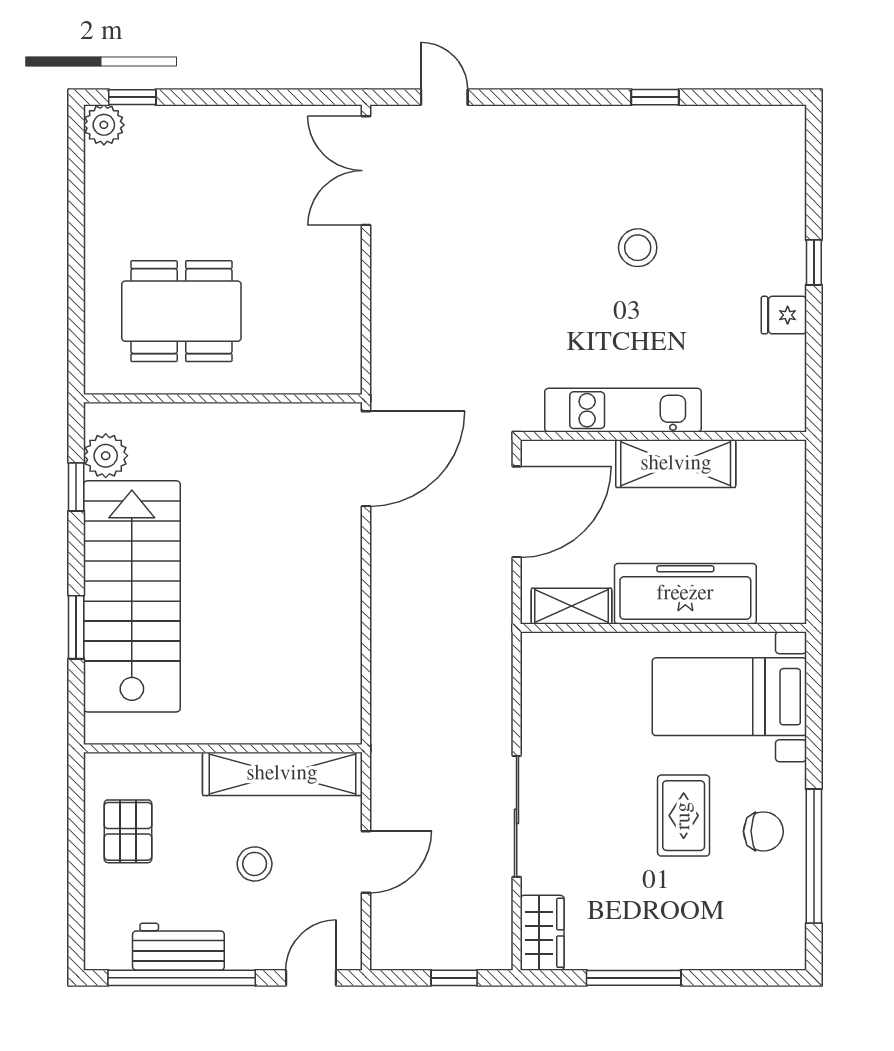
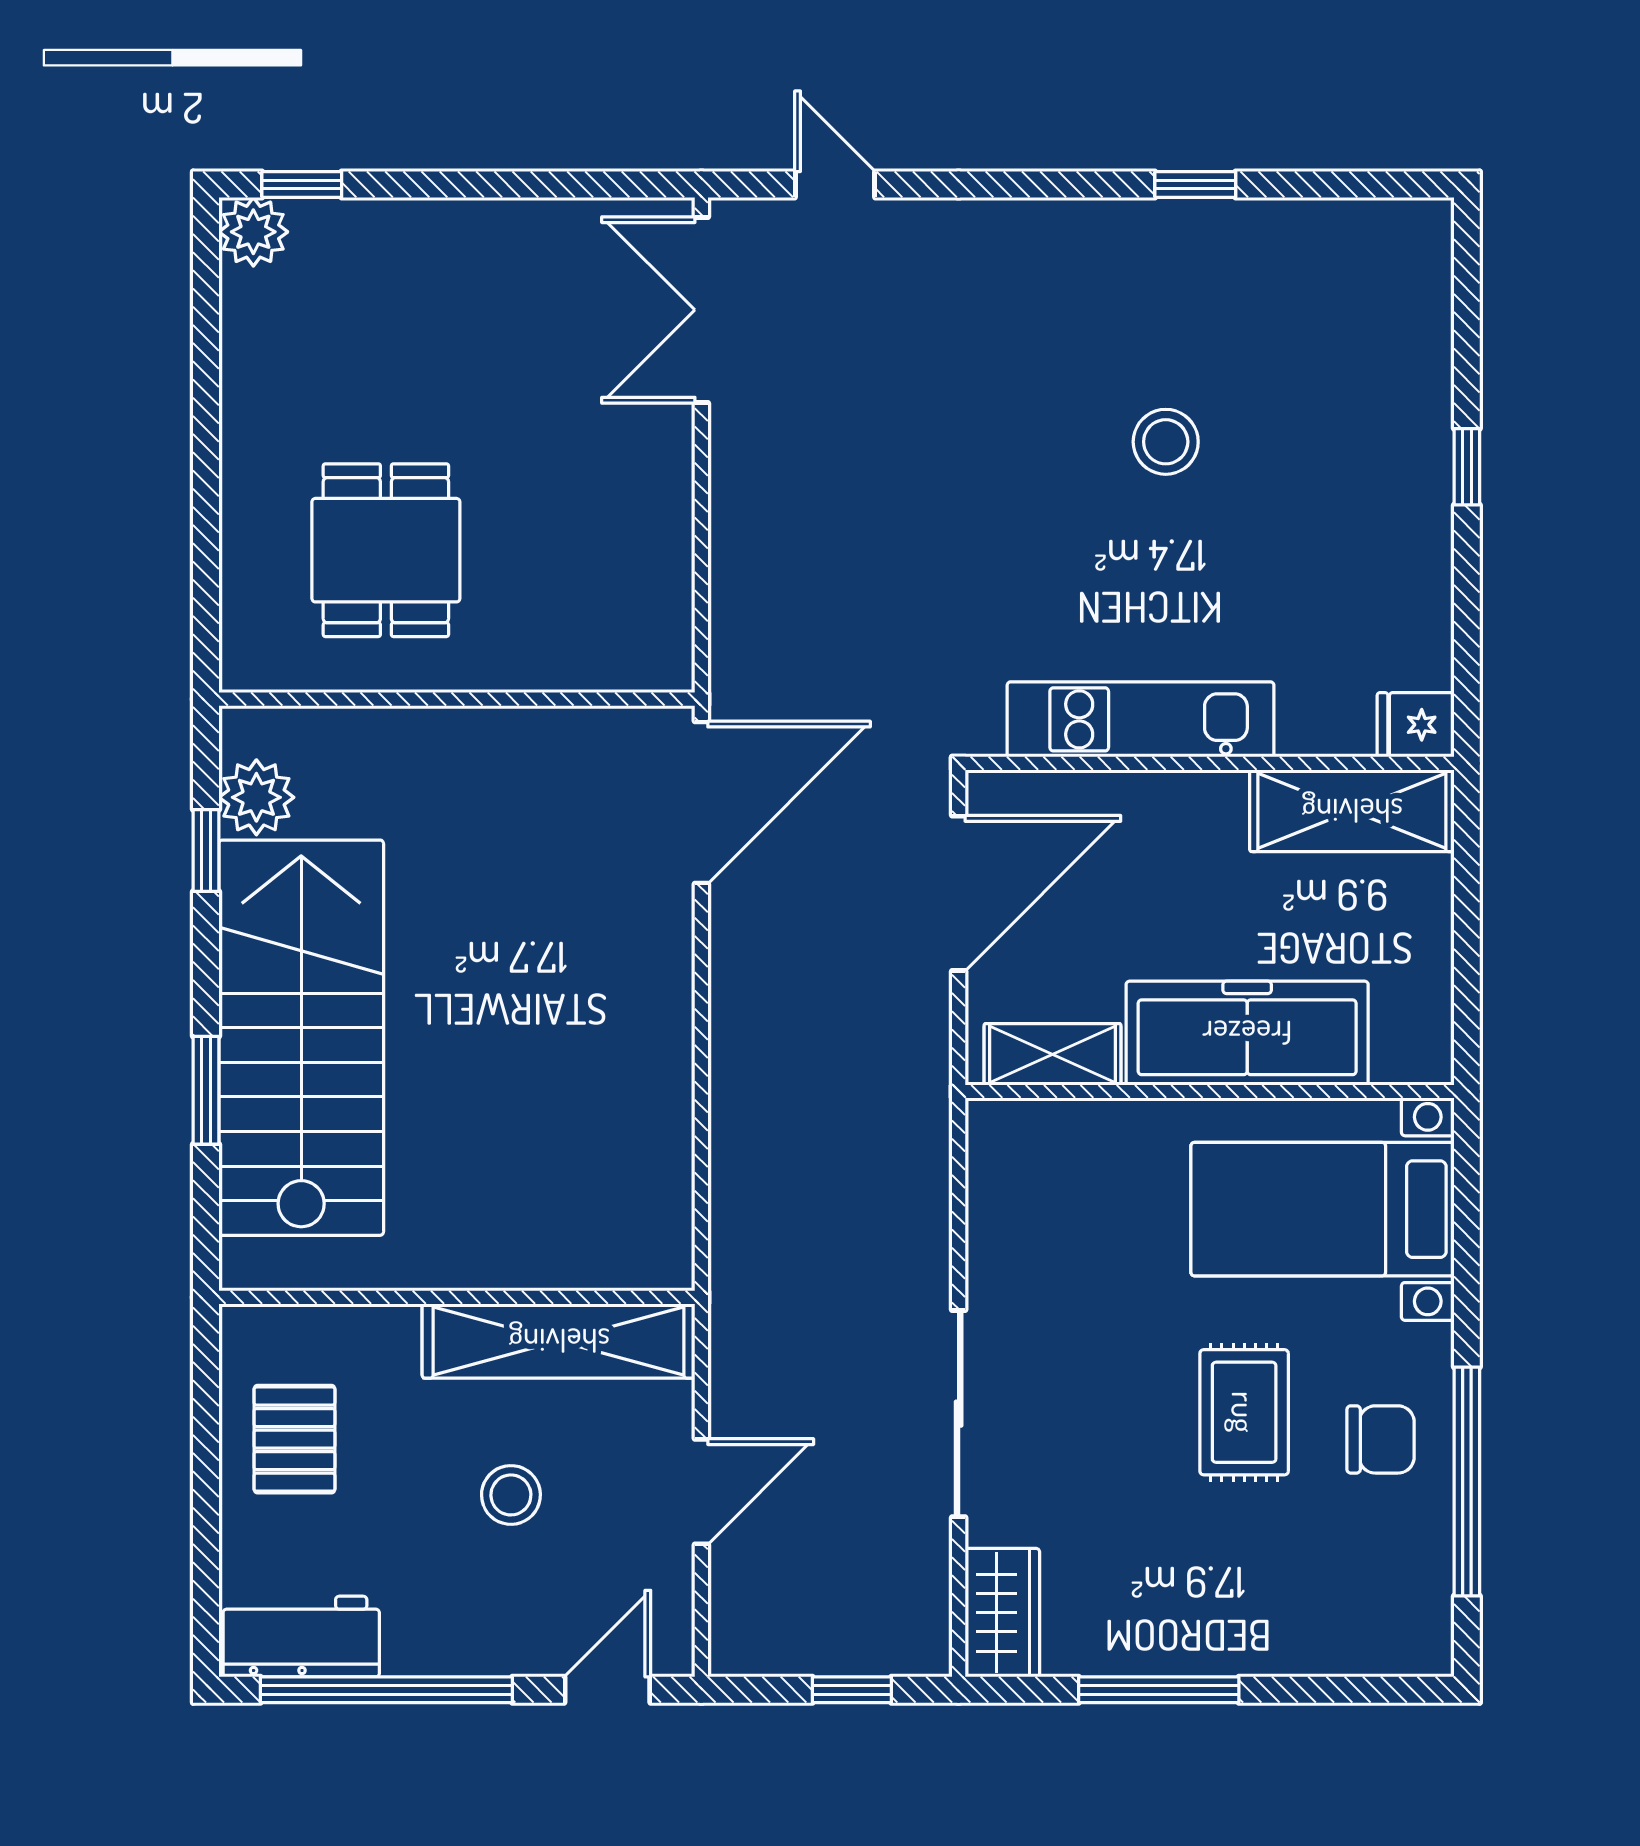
dining table: (181, 311) -> (386, 550), width x0.73
fridge: (784, 315) -> (1416, 725), moved
shelving: (676, 464) -> (1352, 811), moved
workbench: (178, 947) -> (301, 1637), moved

